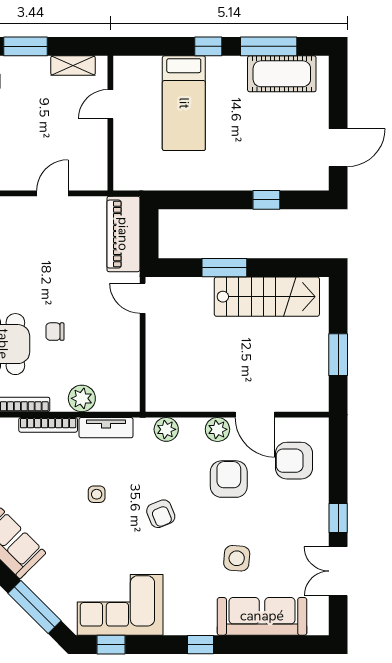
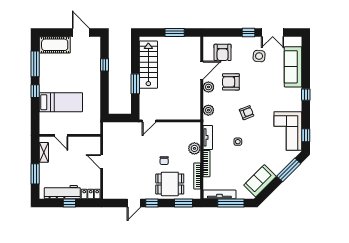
cot: (282, 74) -> (55, 45), moved, turned 90
piano: (123, 234) -> (120, 130), removed
side table: (237, 558) -> (259, 56), moved

